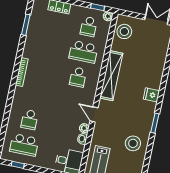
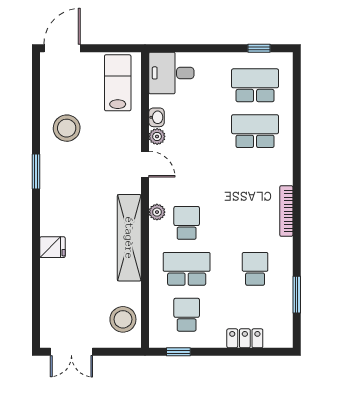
plant: (108, 16) -> (157, 212), moved
school desk: (46, 44) -> (255, 269), added
fridge: (151, 95) -> (52, 247), moved
school desk: (30, 120) -> (255, 131), width x1.85

